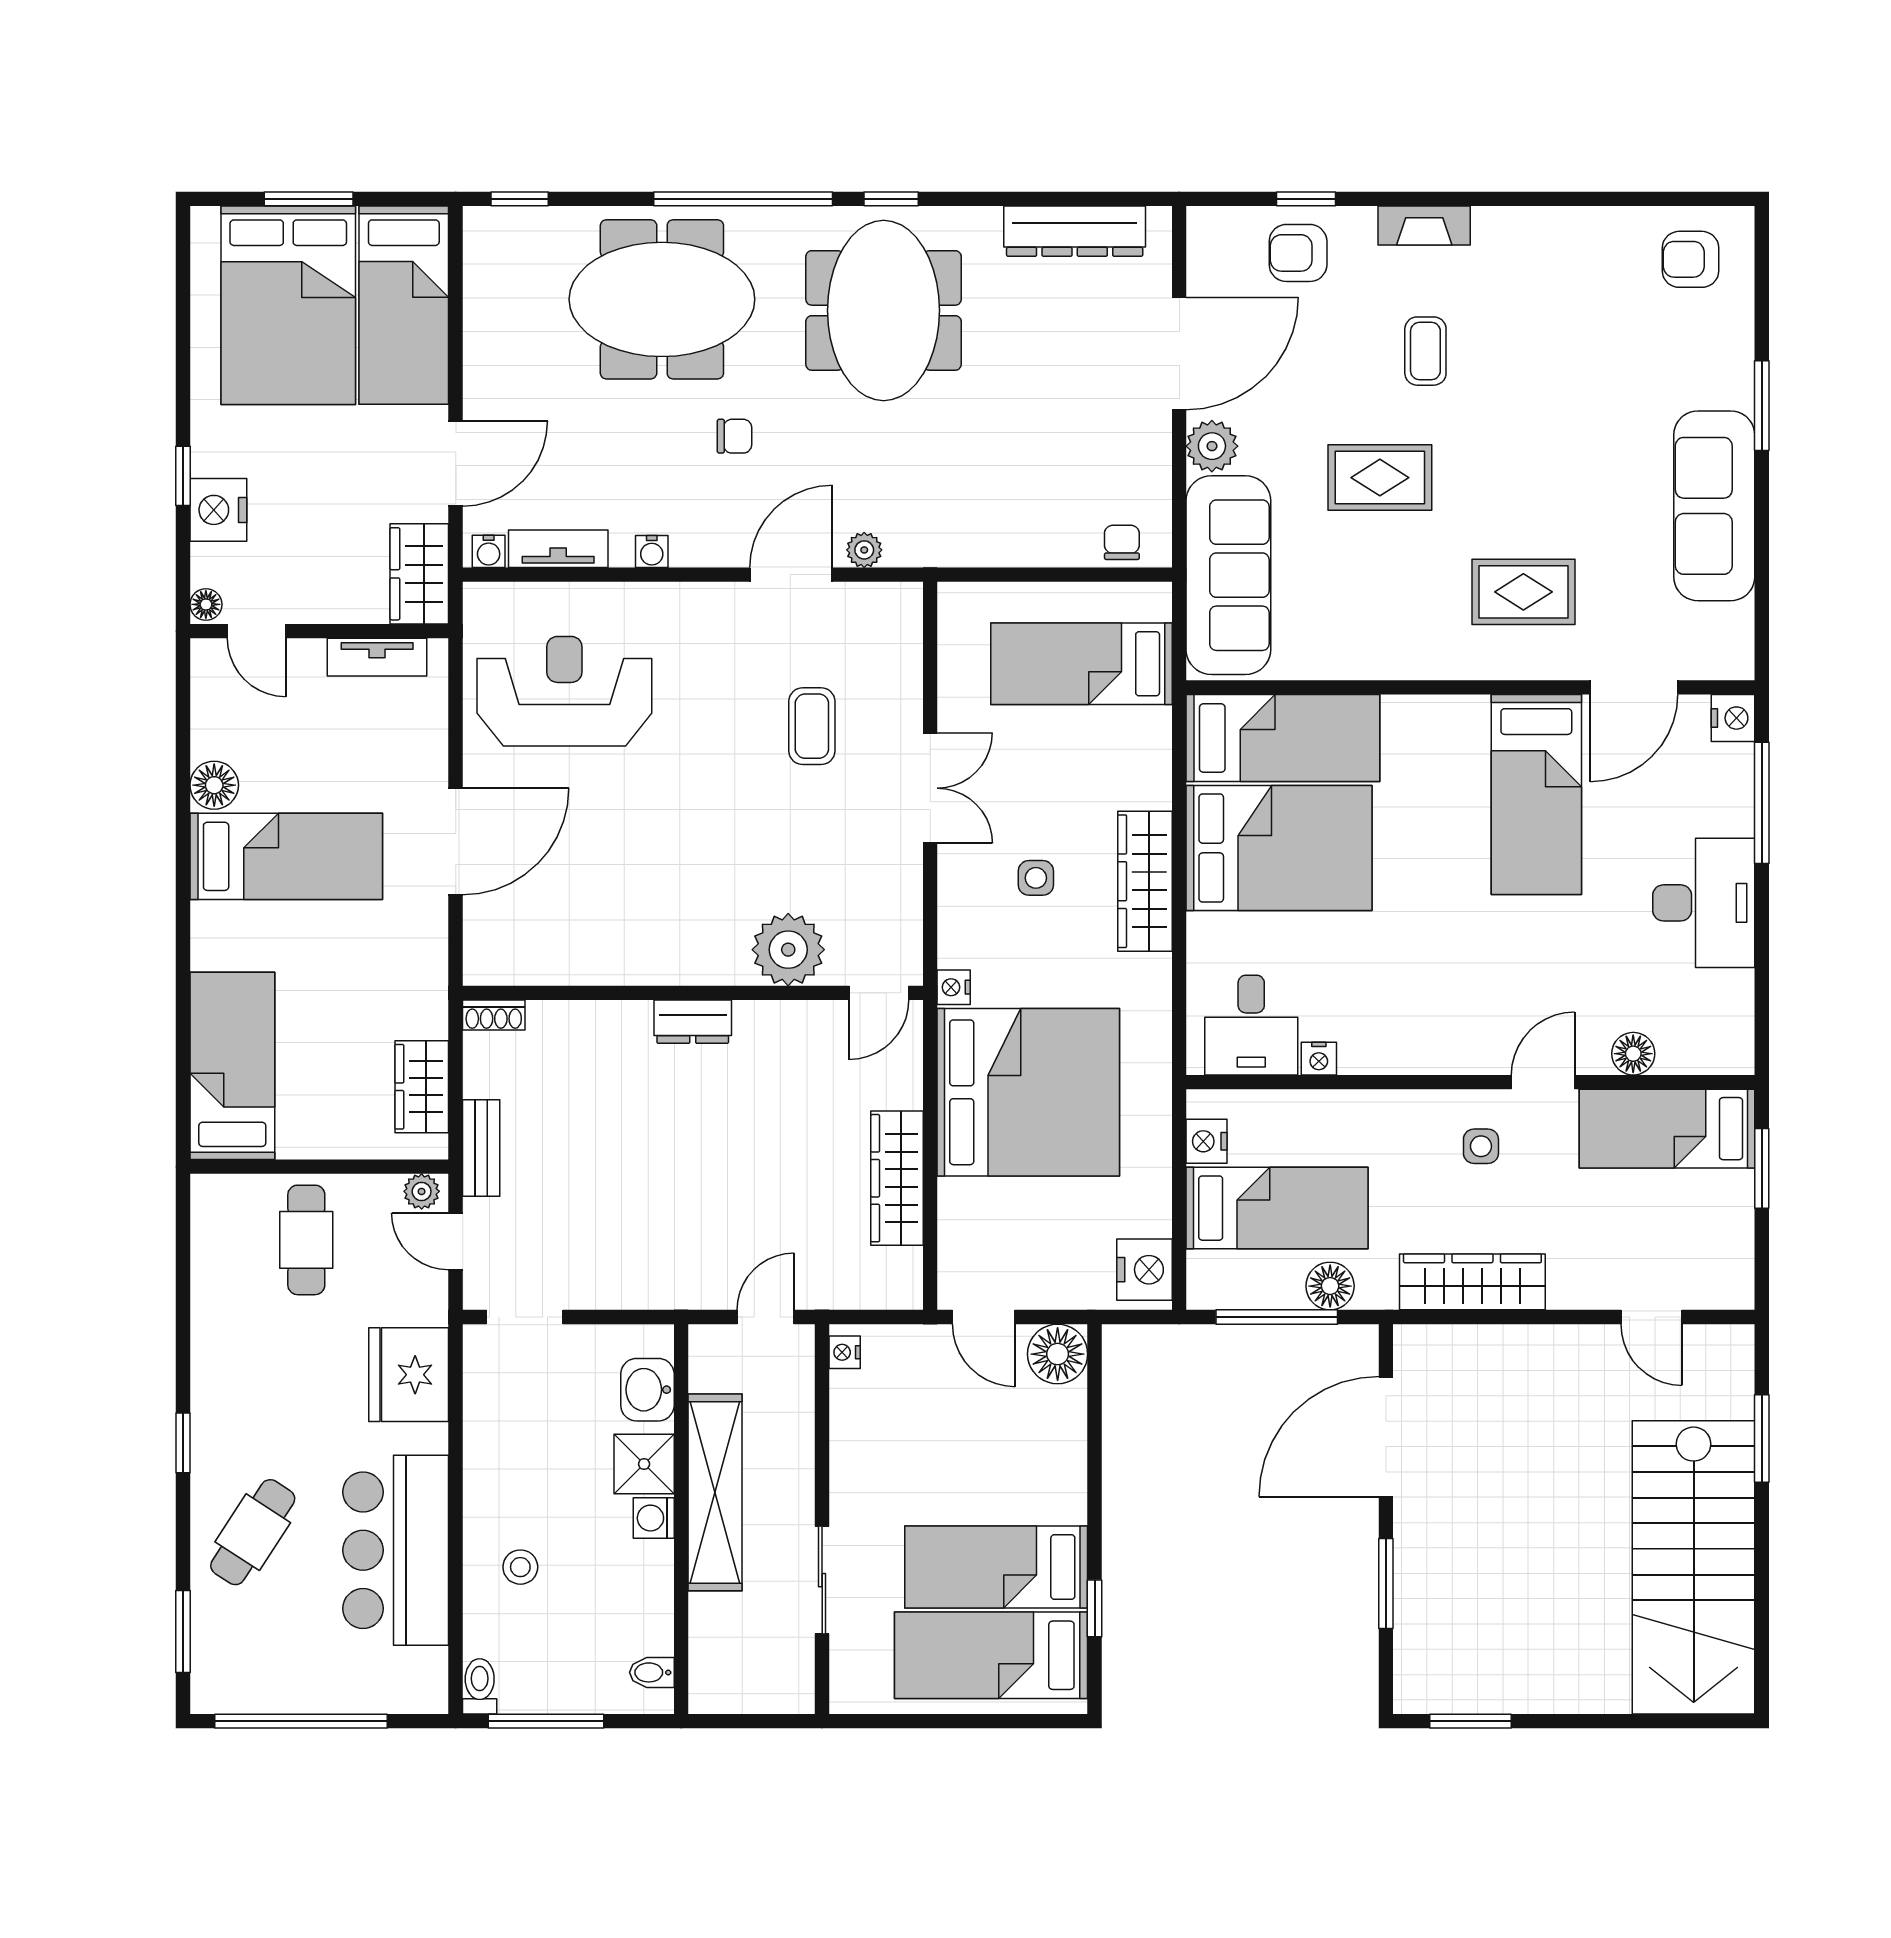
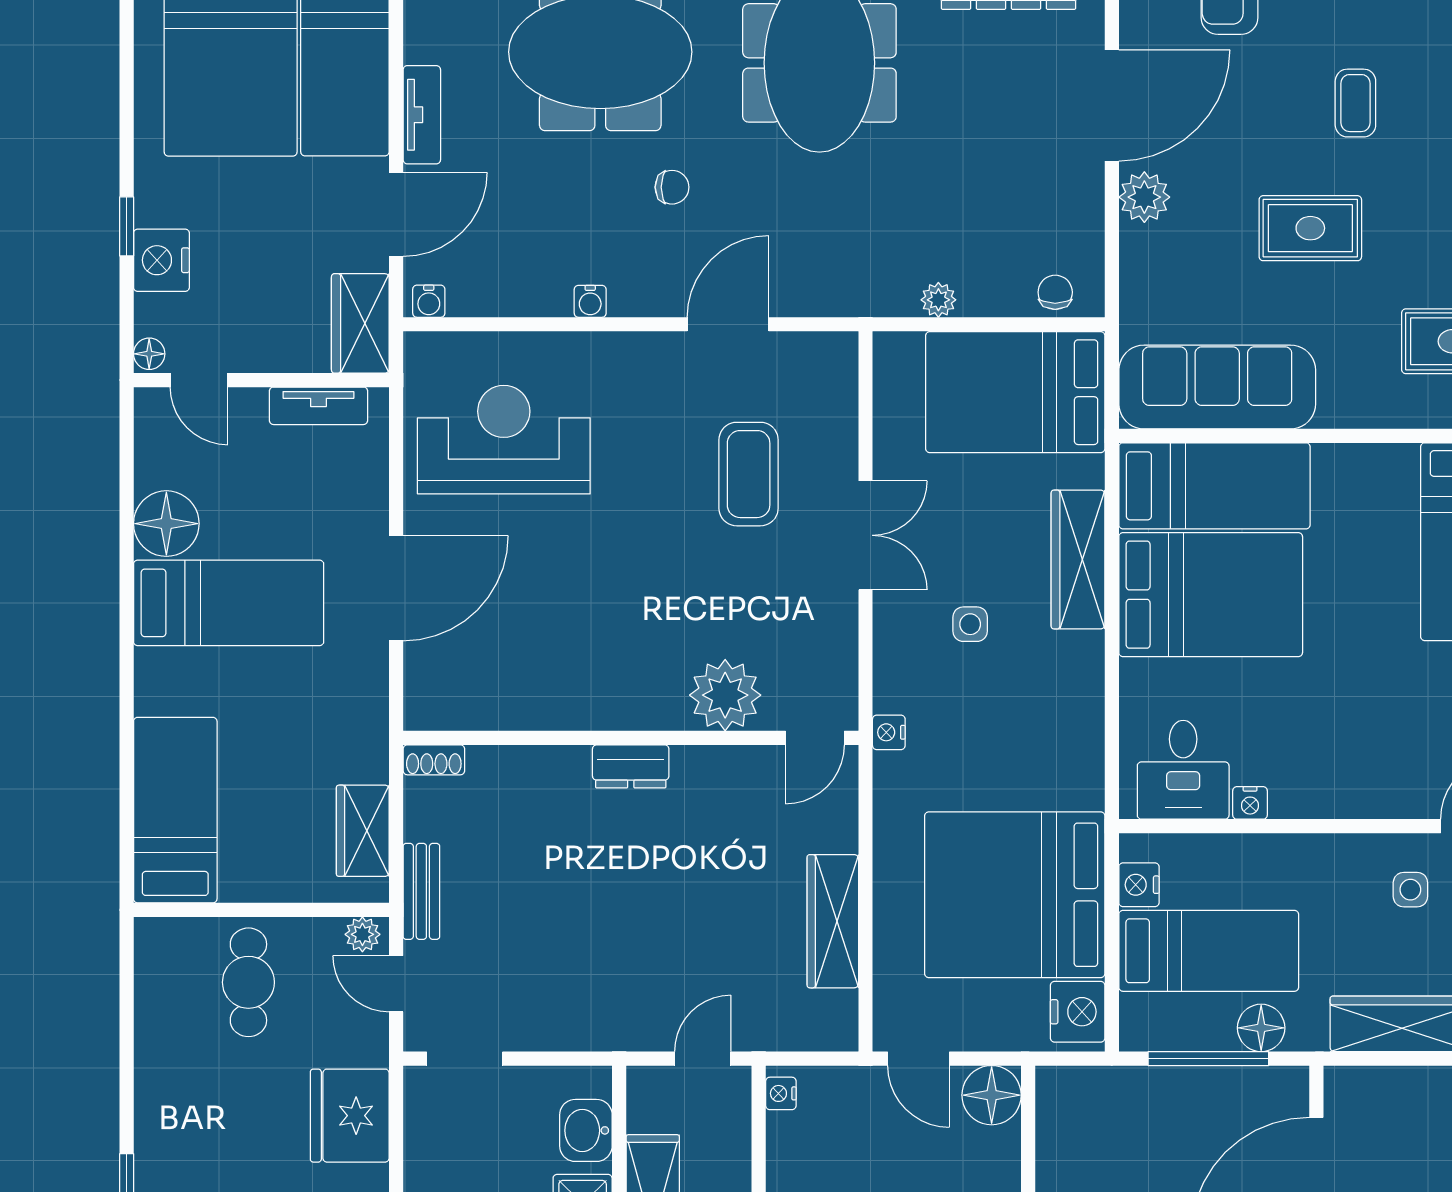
tv unit: (558, 549) -> (422, 115), moved, turned 90
plant: (864, 550) -> (938, 300), moved
sofa: (1228, 575) -> (1217, 387), moved, turned -90
bed: (1081, 664) -> (1015, 392), width x1.50
coffee table: (812, 726) -> (749, 474), width x1.36, depth x1.30
floor lamp: (214, 785) -> (166, 524), width x1.38, depth x1.38
wardrobe: (1145, 881) -> (1078, 560), moved
bed: (1028, 1092) -> (1015, 895), moved, turned 180

